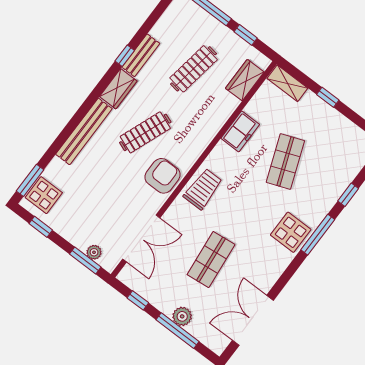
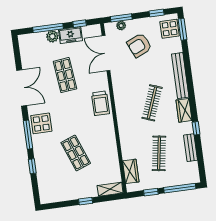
bench: (141, 55) -> (191, 148), moved
freezer: (240, 131) -> (70, 35), moved, turned -90
armchair: (163, 176) -> (139, 45), moved, turned 66
double door: (253, 320) -> (22, 88), moved

